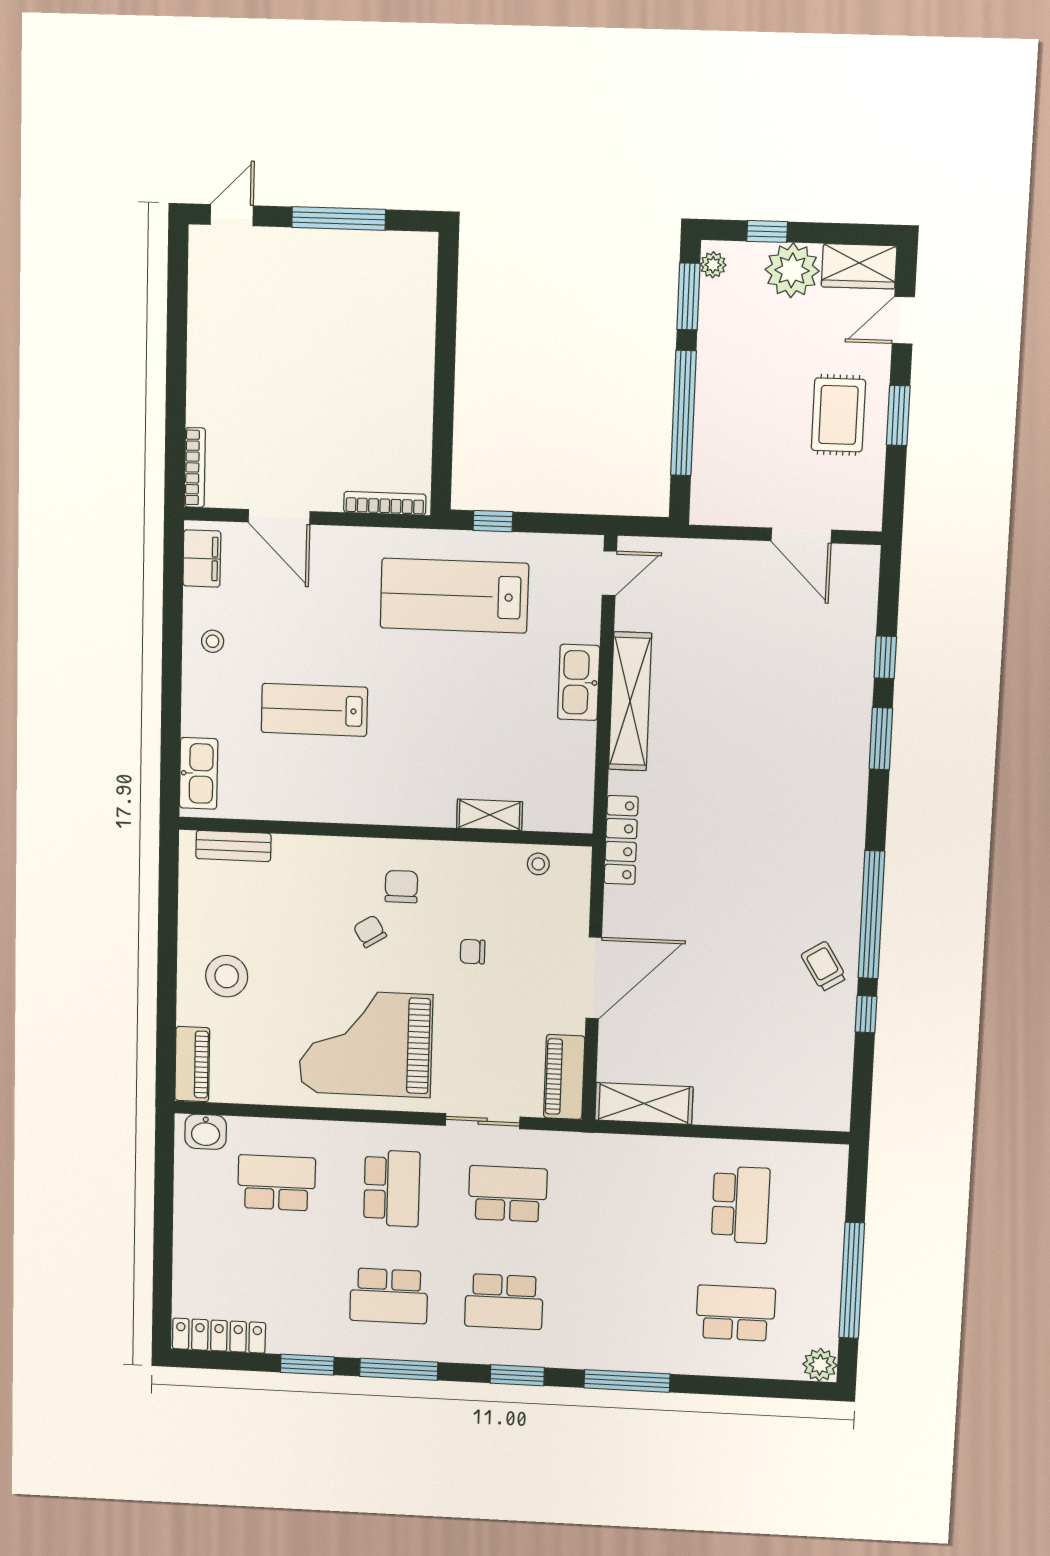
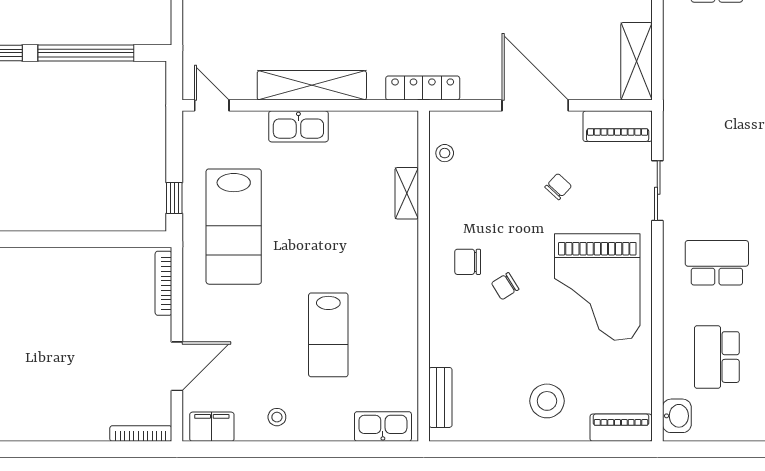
chair: (473, 952) -> (558, 187), moved, turned -137
school desk: (508, 1194) -> (717, 168), removed

